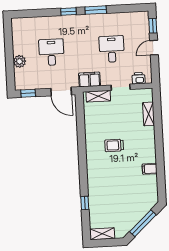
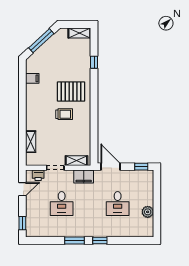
door: (154, 48) -> (22, 189), moved
plant: (19, 61) -> (148, 212), moved
filing cabinet: (150, 169) -> (32, 78), moved
pallet: (108, 170) -> (71, 92), added

